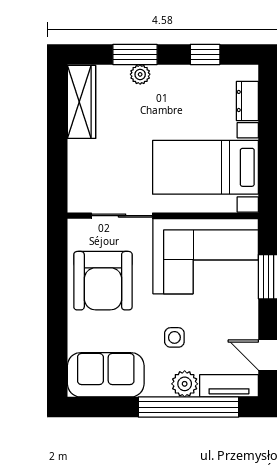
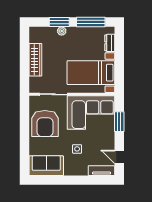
window: (205, 54) -> (91, 22), width x2.17
wardrobe: (82, 102) -> (35, 60), moved
plant: (185, 384) -> (82, 170), removed
window: (188, 407) -> (83, 180), removed

